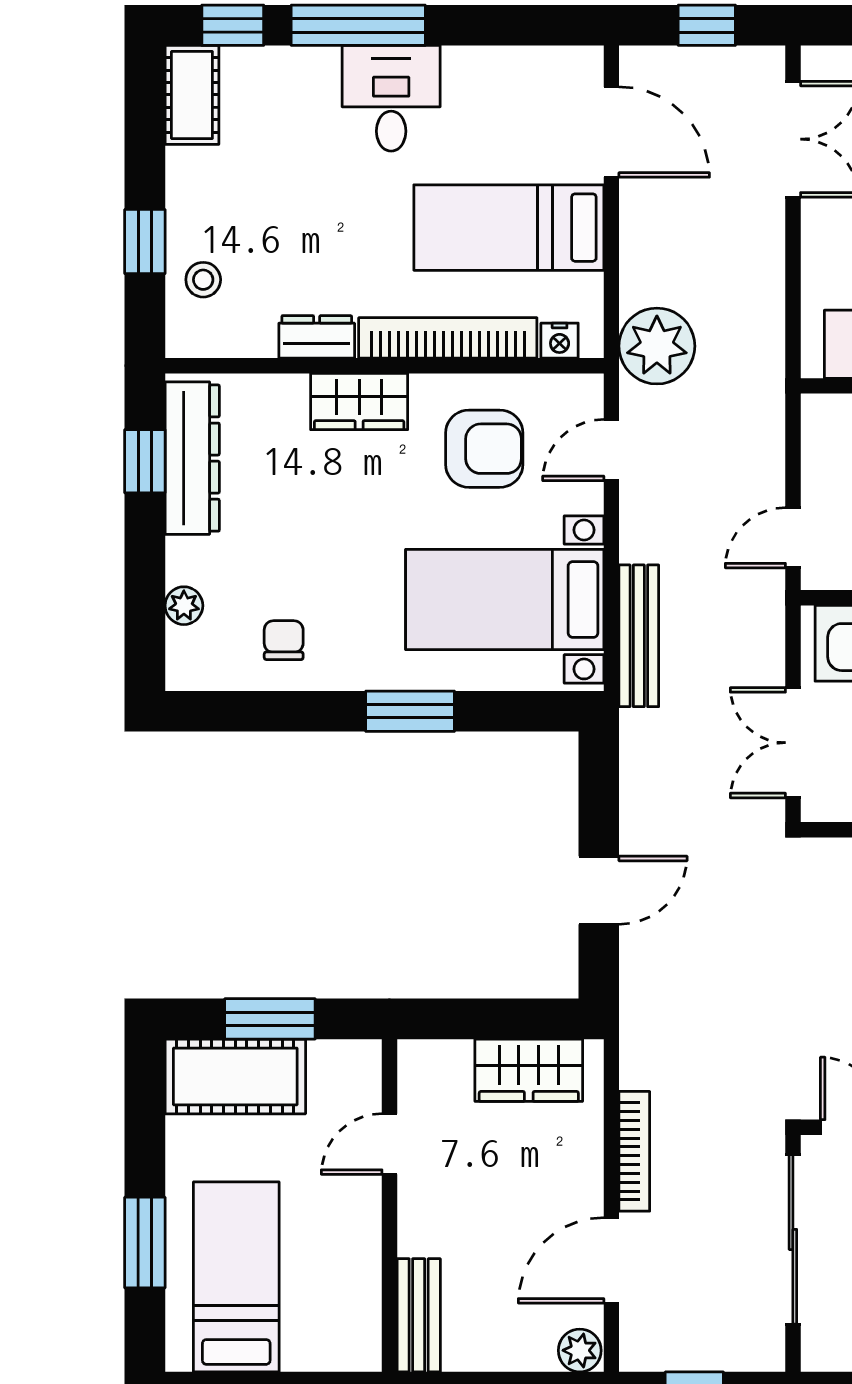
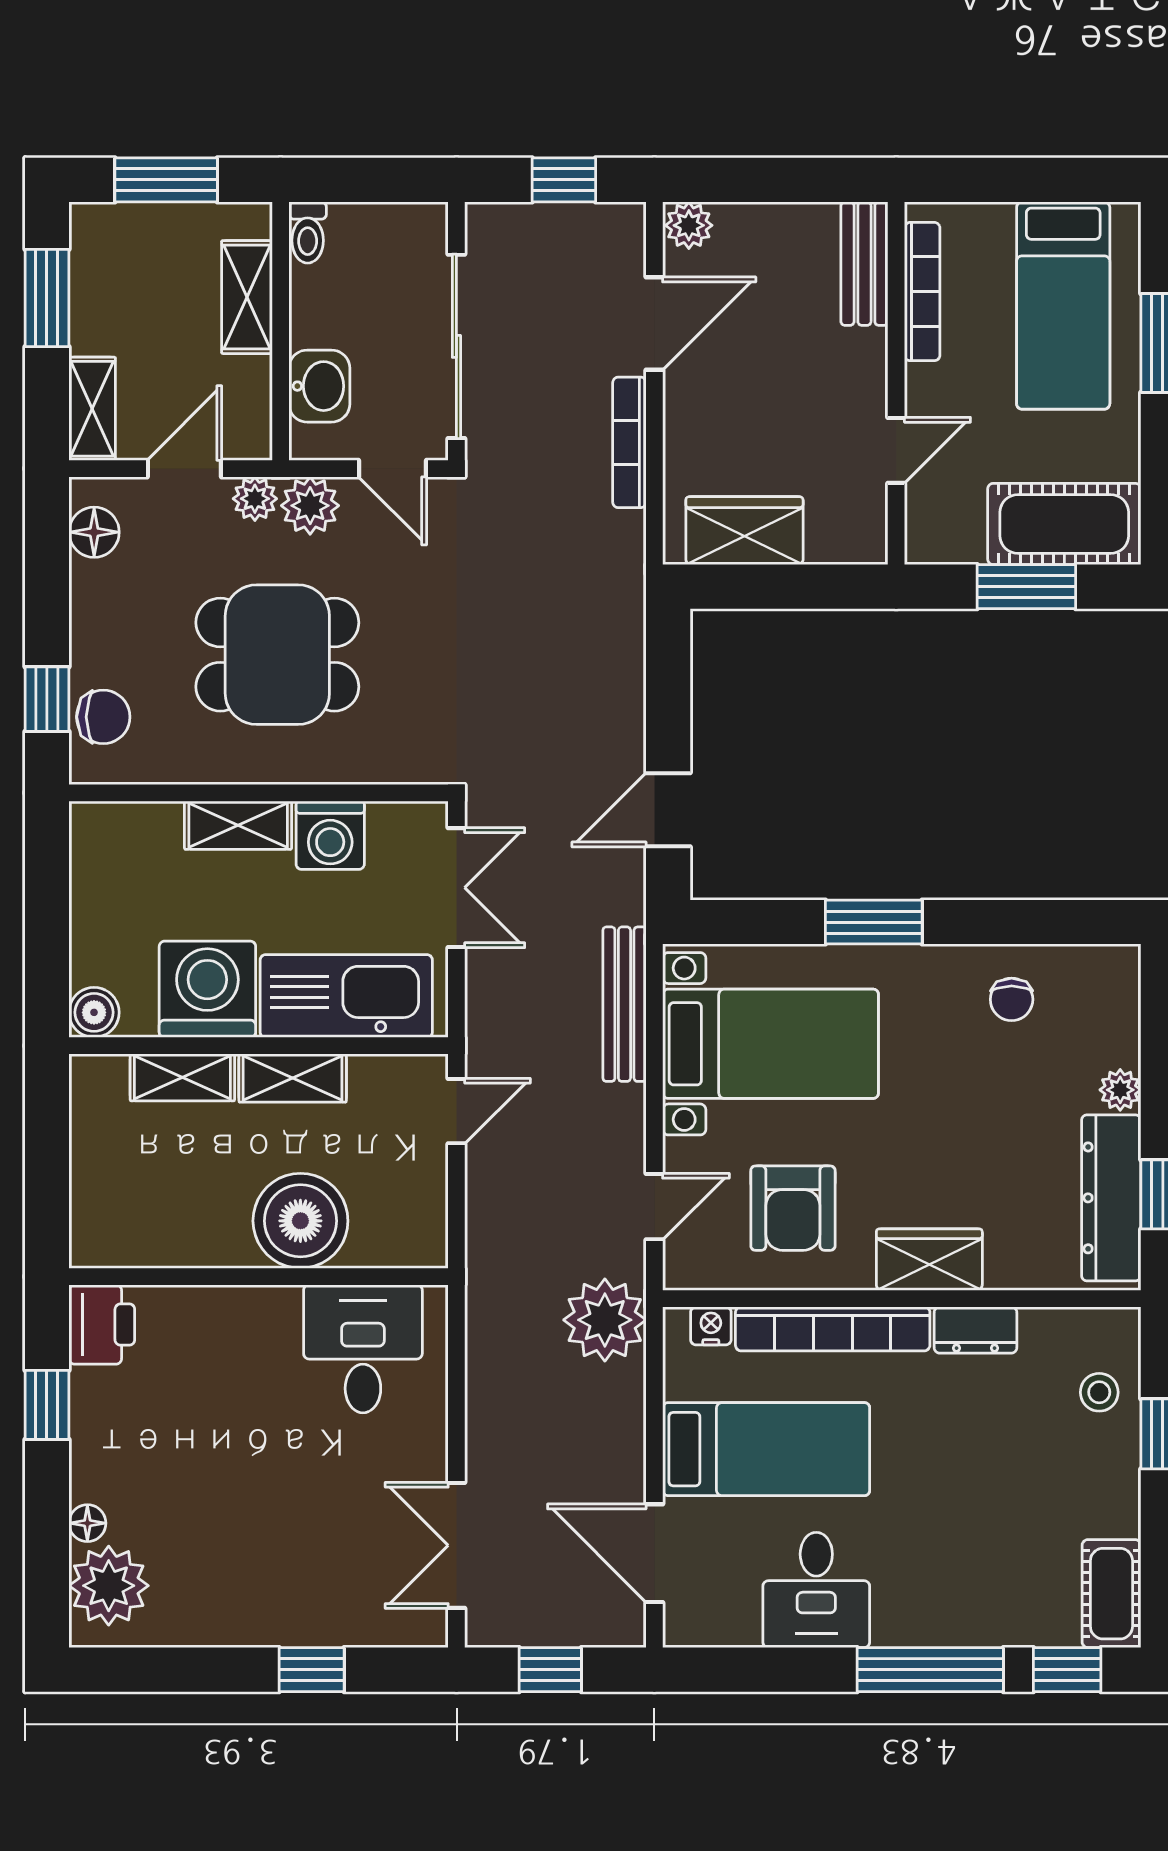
desk: (391, 98) -> (816, 1590), moved
armchair: (484, 449) -> (793, 1208), turned -90
plant: (184, 606) -> (1120, 1090), moved
door: (599, 890) -> (668, 810), moved
bookcase: (366, 1290) -> (922, 292), added

